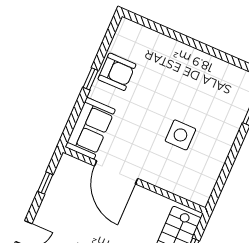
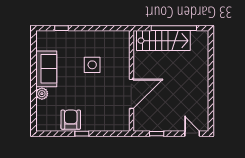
plant: (171, 47) -> (42, 94), added
sofa: (90, 128) -> (46, 69), moved, turned 90

